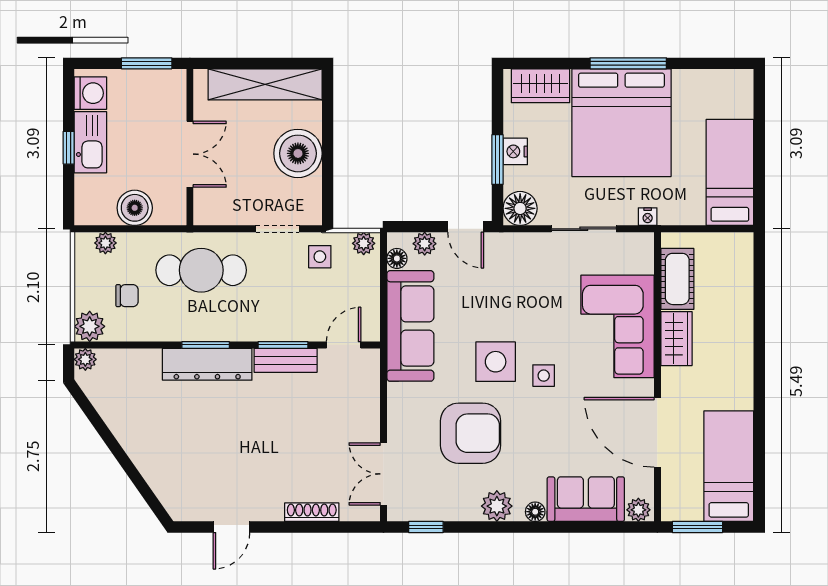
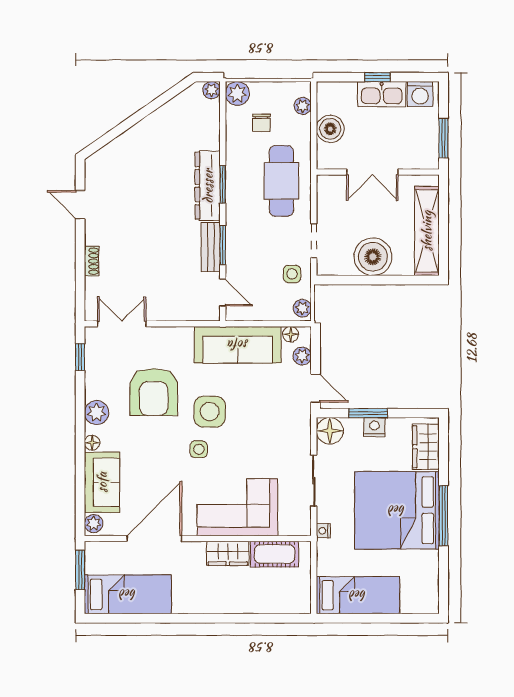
door: (466, 227) -> (316, 388), swing flipped
shoe rack: (312, 512) -> (92, 261), width x0.70

